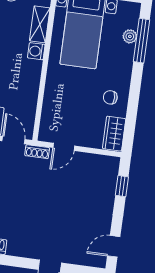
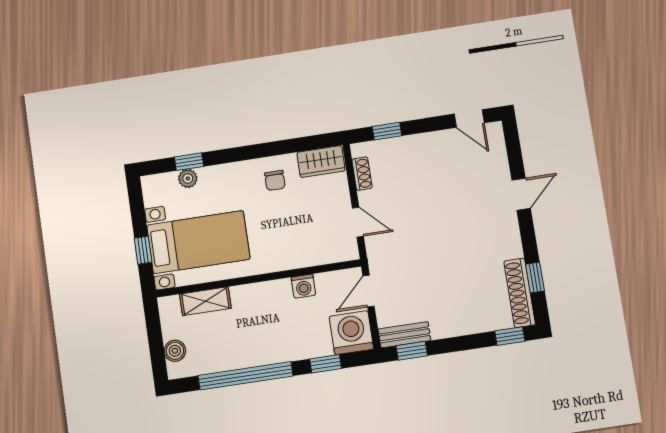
window: (142, 41) -> (189, 162), width x0.46
washing machine: (36, 51) -> (303, 286), moved
shoe rack: (37, 152) -> (362, 174), moved

